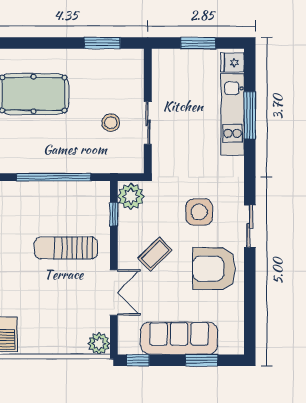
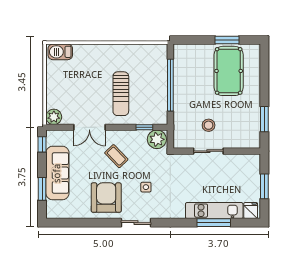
side table: (199, 212) -> (146, 187), width x0.54, depth x0.54
sun lounger: (66, 248) -> (121, 94), turned 180

